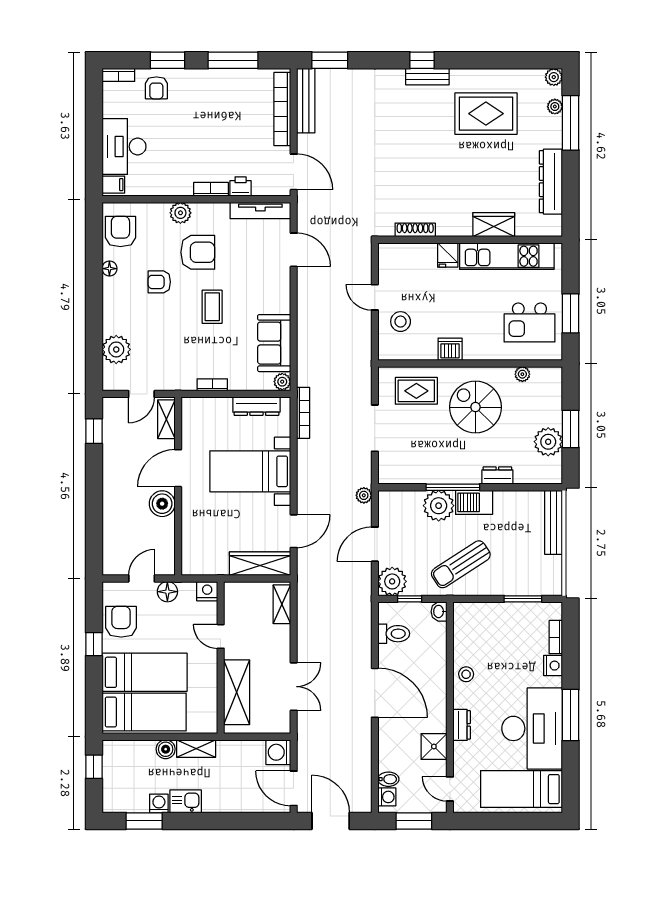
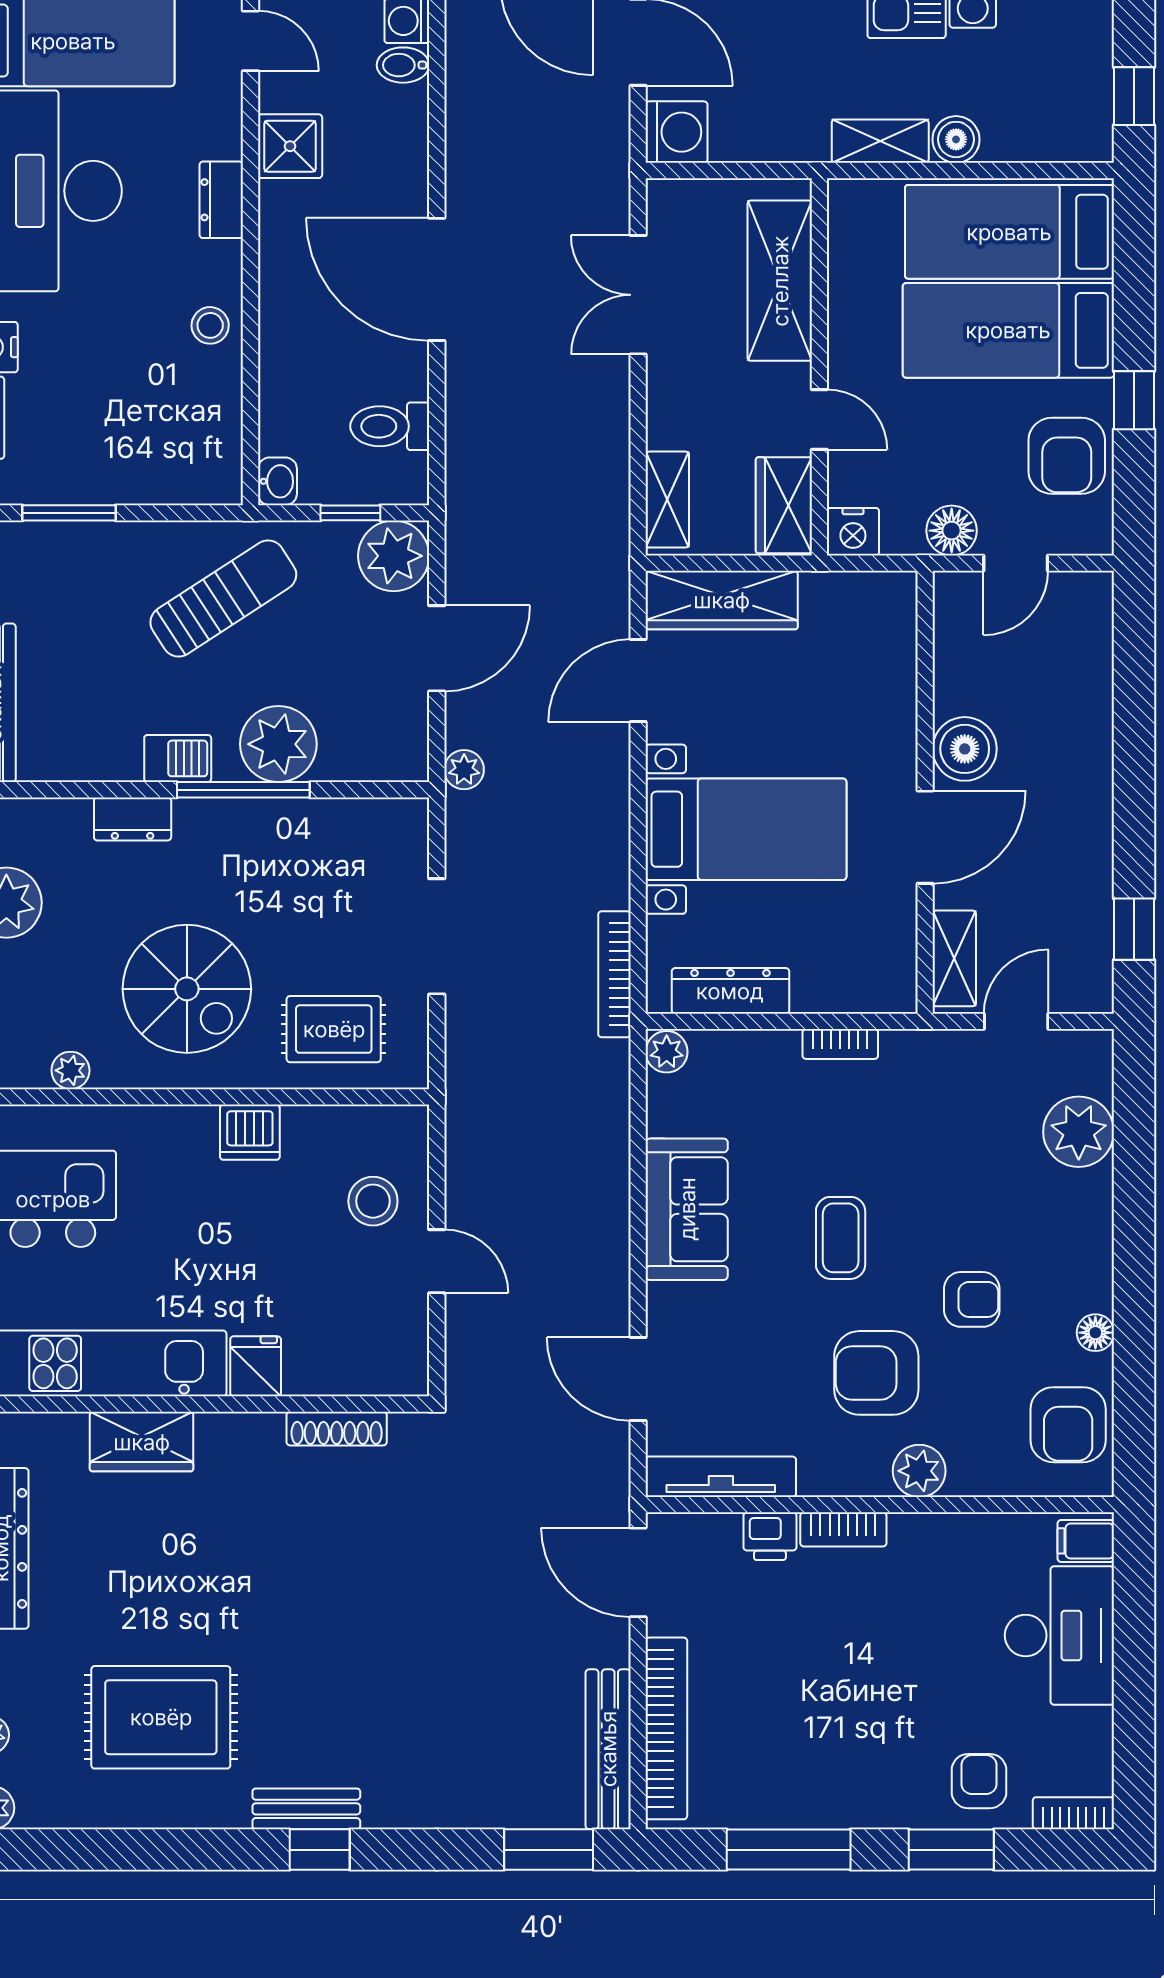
sofa: (274, 343) -> (687, 1209), moved
barbecue: (474, 502) -> (178, 758), width x0.73, depth x0.79
wardrobe: (235, 602) -> (784, 505), added

